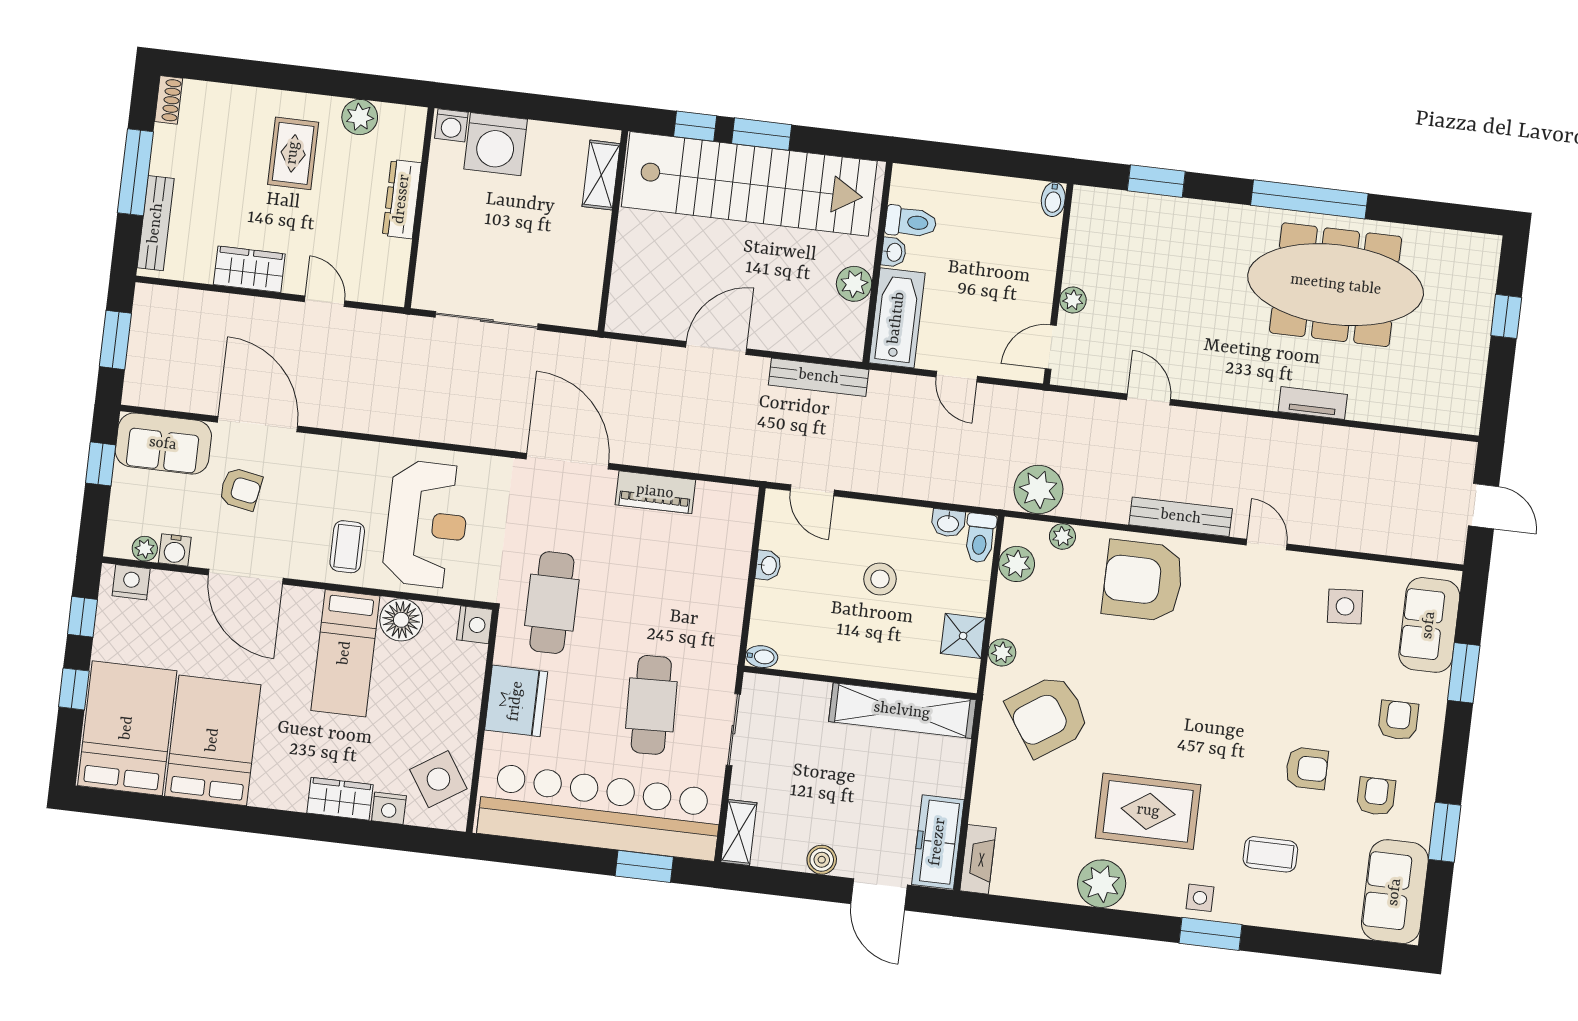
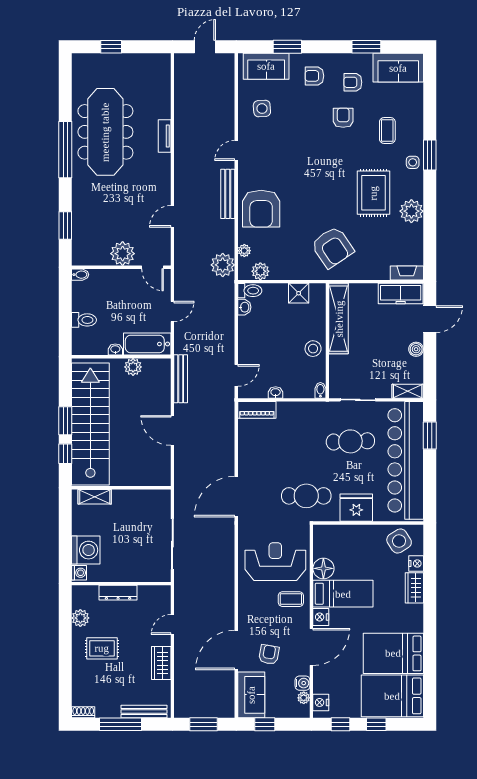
toilet: (911, 222) -> (84, 320), moved, turned 90
plant: (1073, 300) -> (123, 254), width x1.88, depth x1.88
piano: (655, 492) -> (257, 410), moved, turned 90
stool: (880, 579) -> (313, 349), moved
nightstand: (475, 625) -> (321, 617), moved, turned -90
plant: (1002, 653) -> (304, 273), removed

